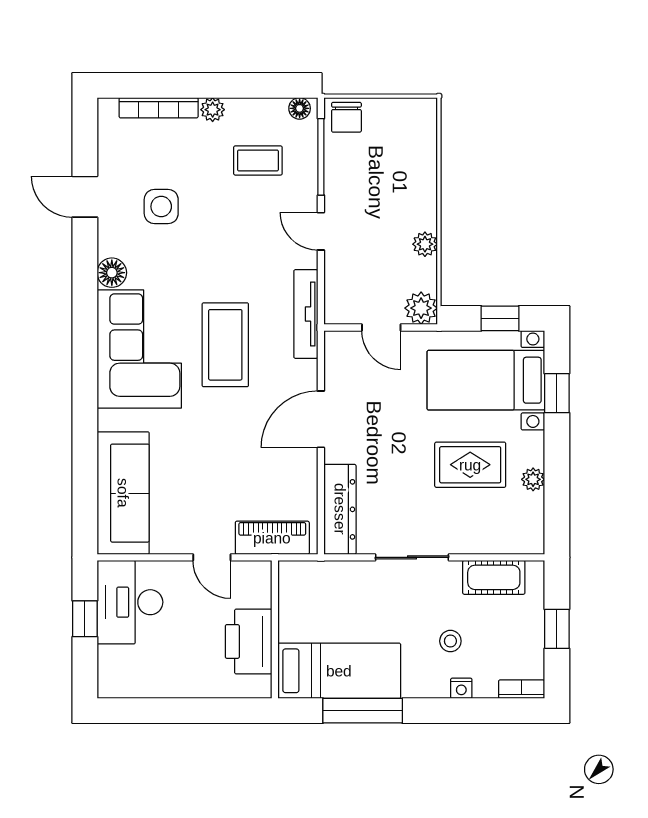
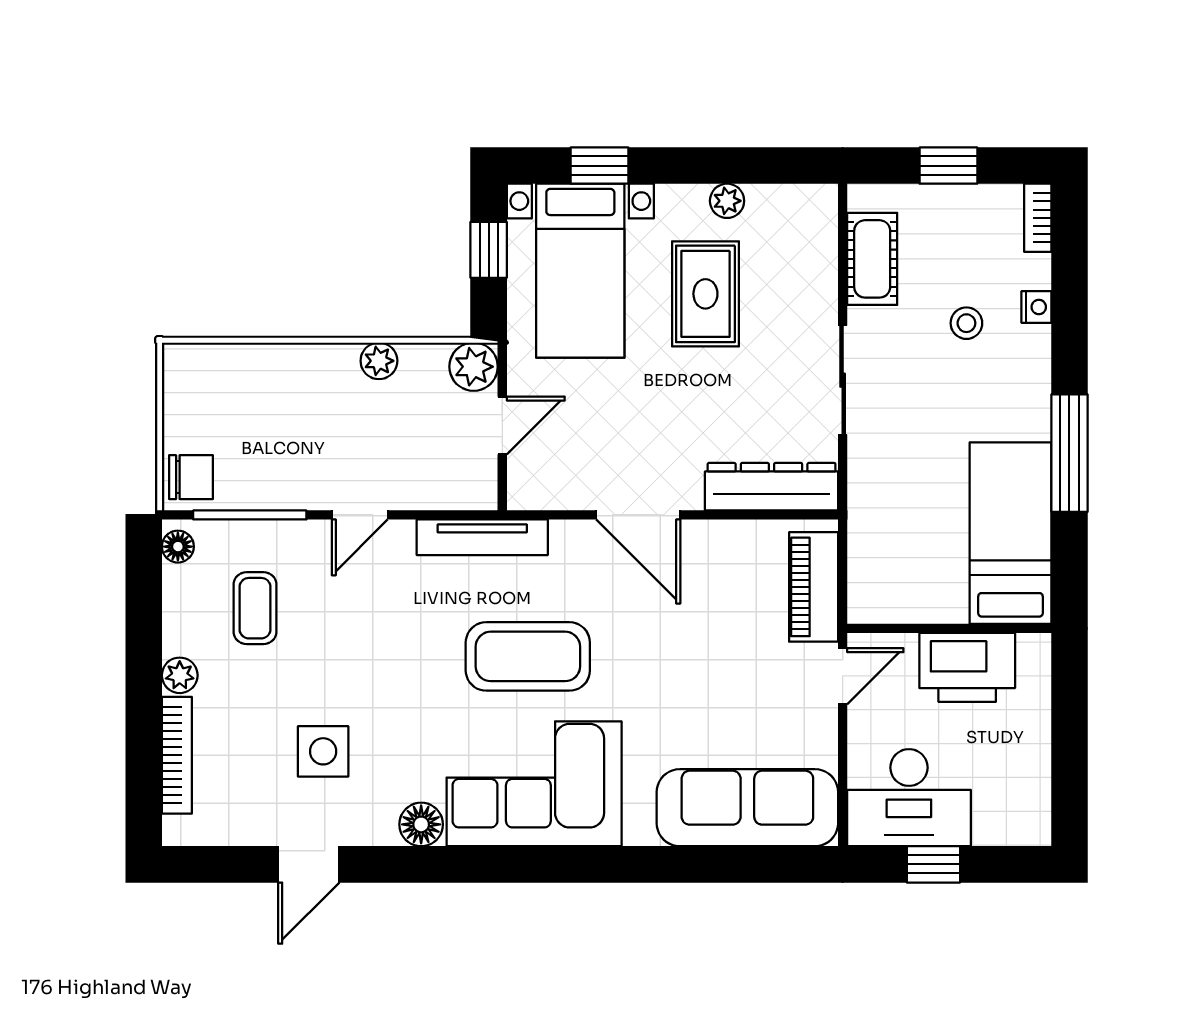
wall: (275, 629) -> (949, 628), moved
printer: (249, 641) -> (967, 667), moved
bed: (339, 671) -> (1010, 533), moved

